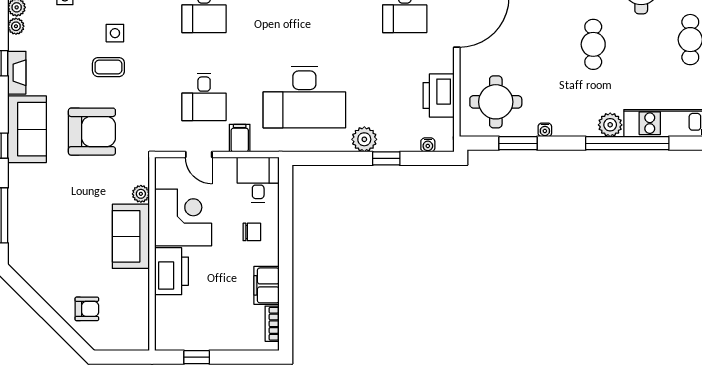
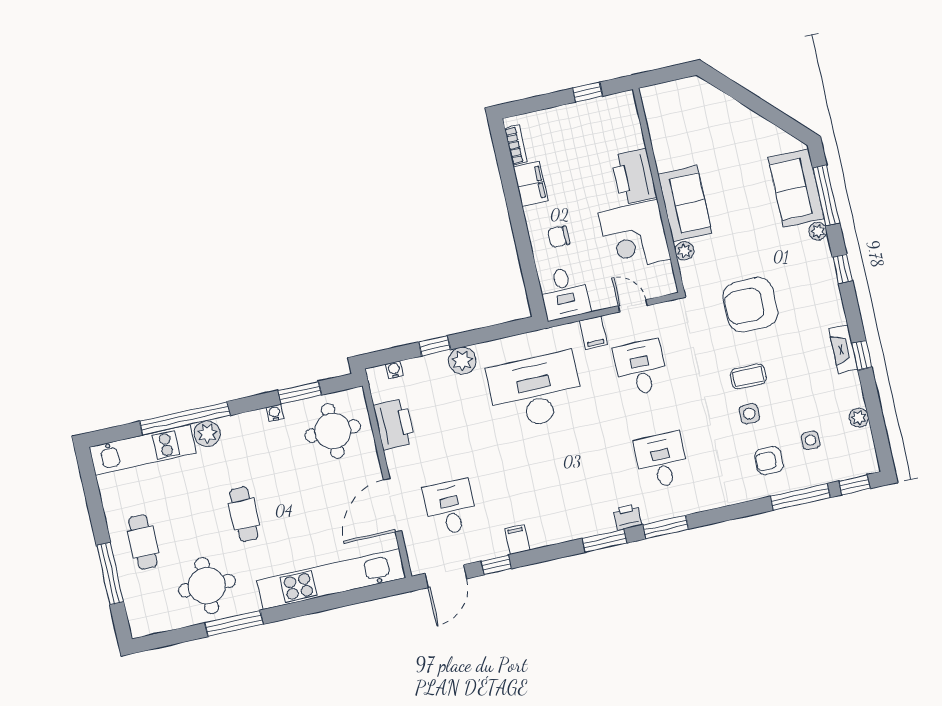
plant: (16, 26) -> (818, 231), moved
sofa: (27, 129) -> (796, 188), moved
armchair: (87, 309) -> (714, 117), removed

